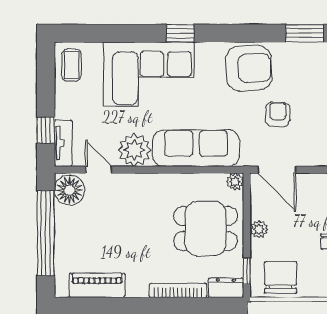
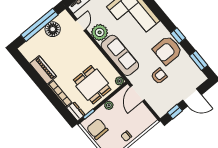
window: (180, 33) -> (178, 36), moved
armchair: (249, 68) -> (167, 50), turned 93
floor lamp: (69, 190) -> (53, 29), moved
chair: (281, 277) -> (97, 129), turned -90
piano: (97, 285) -> (43, 70), moved

